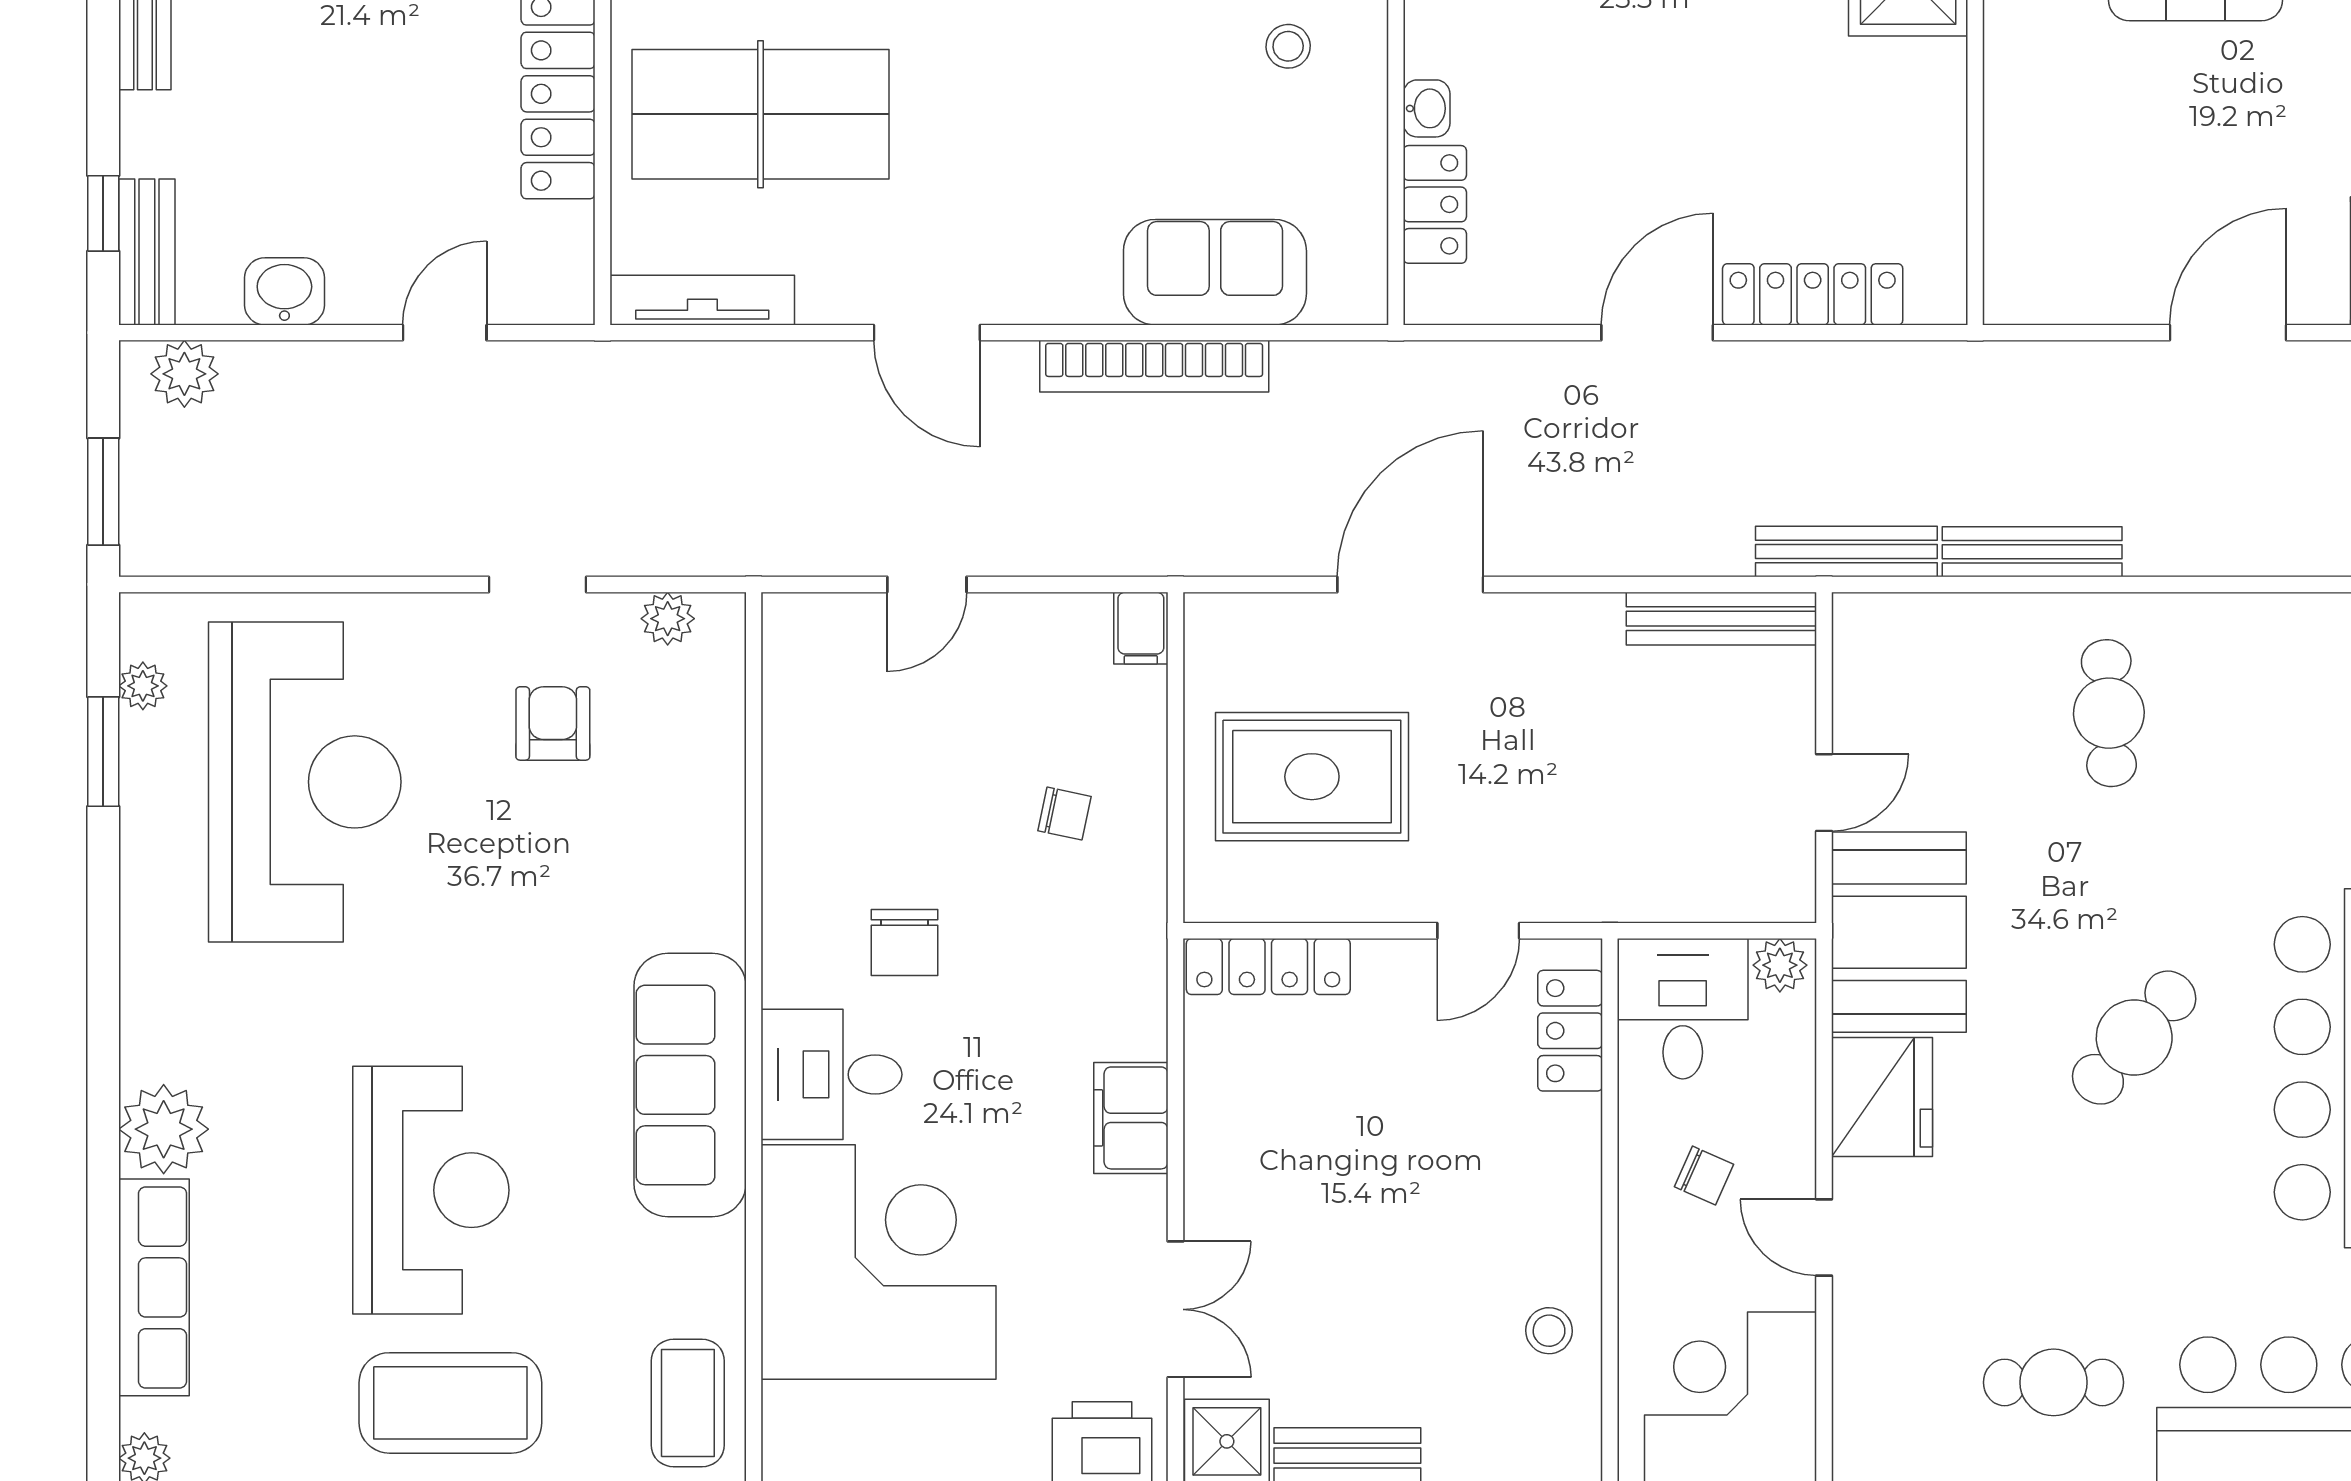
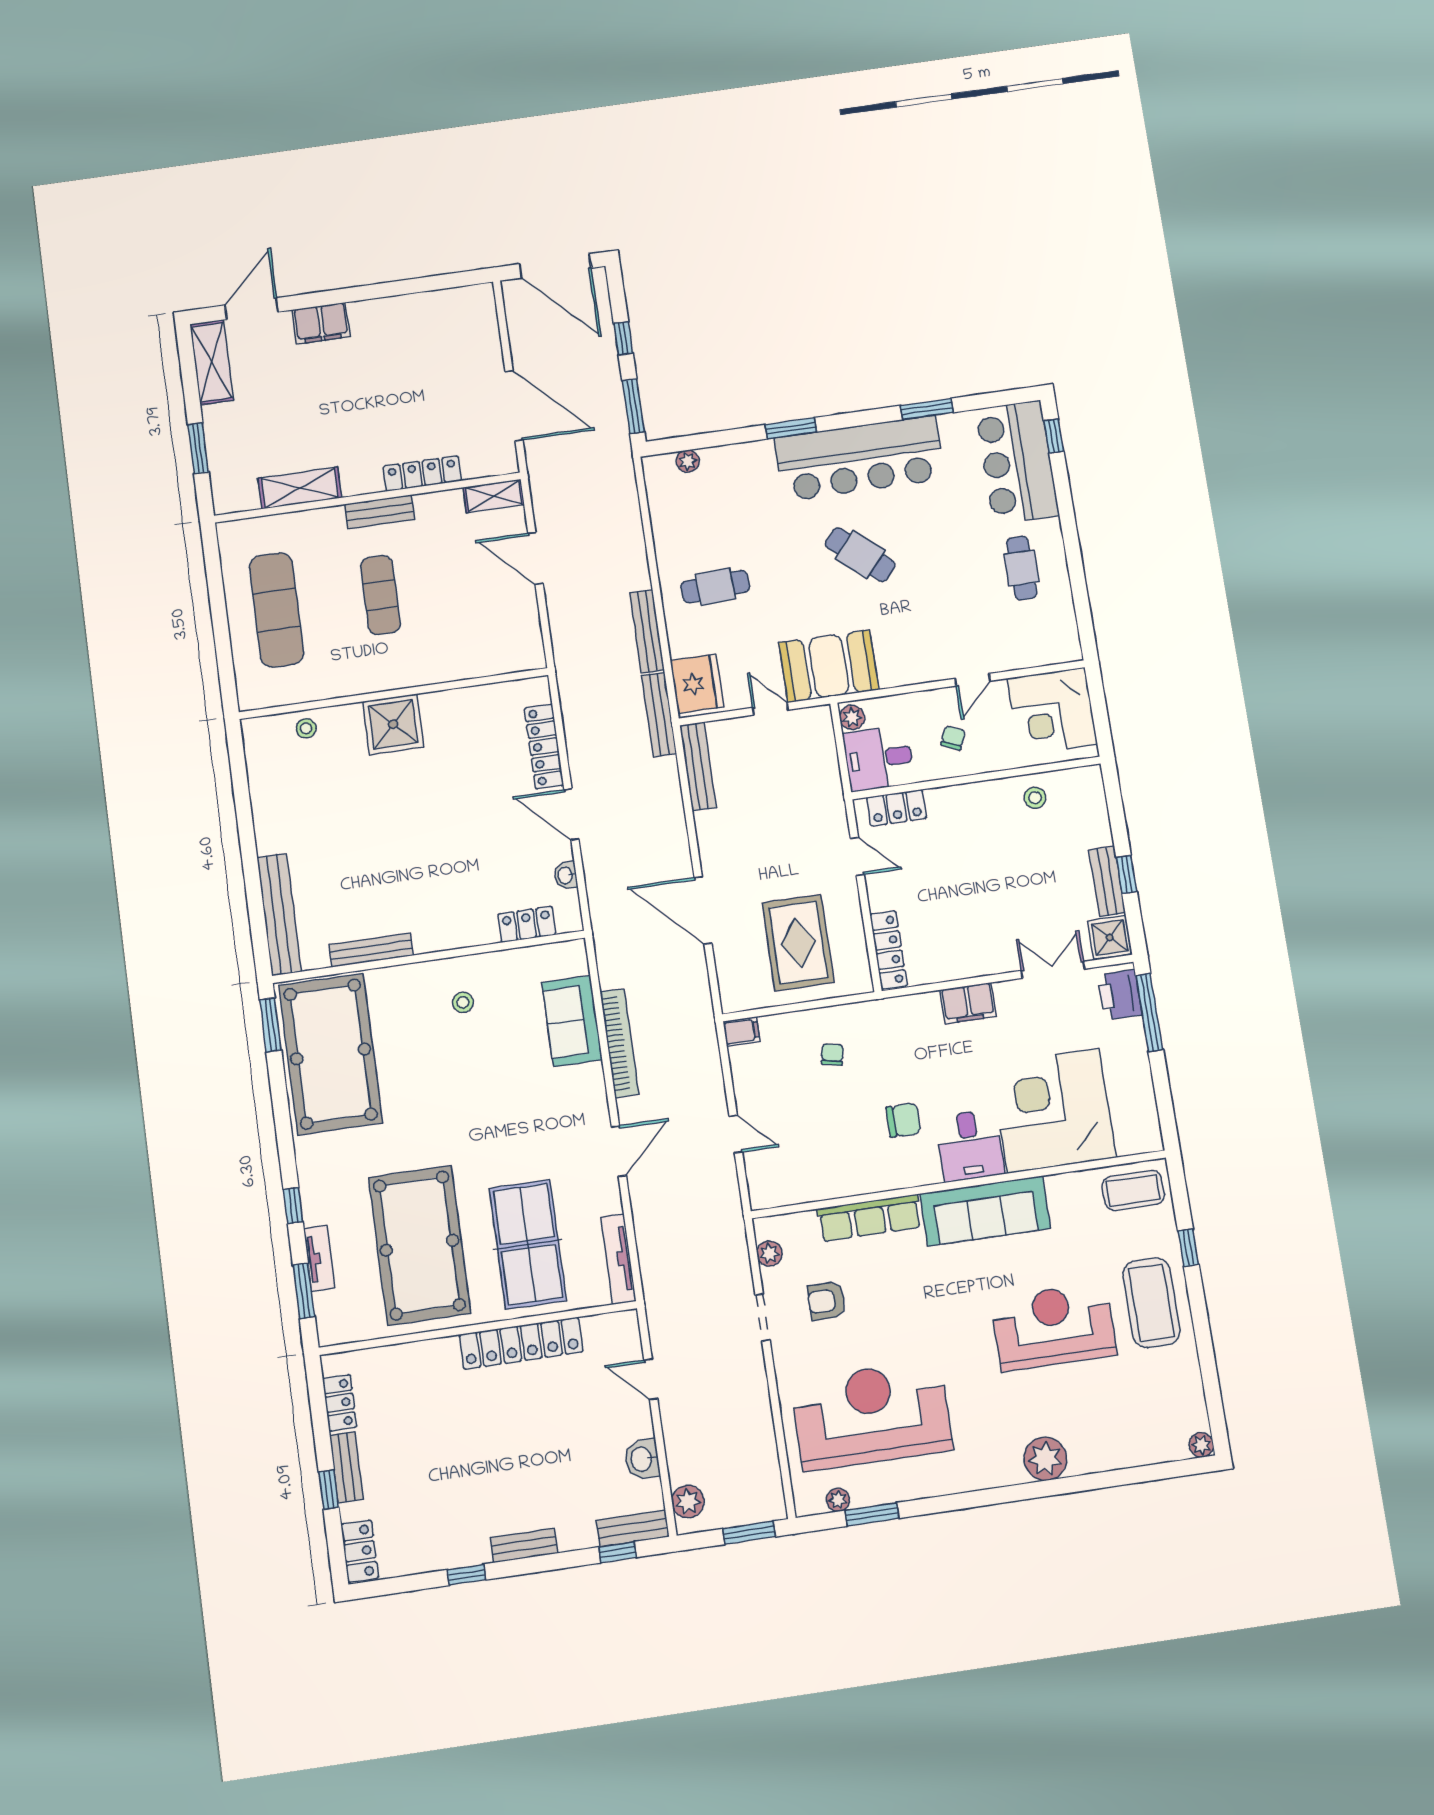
washbasin: (1427, 108) -> (566, 875), moved, turned -90
fridge: (1882, 1097) -> (697, 684), moved, turned 90
row of seats: (154, 1287) -> (869, 1218), moved, turned 180

